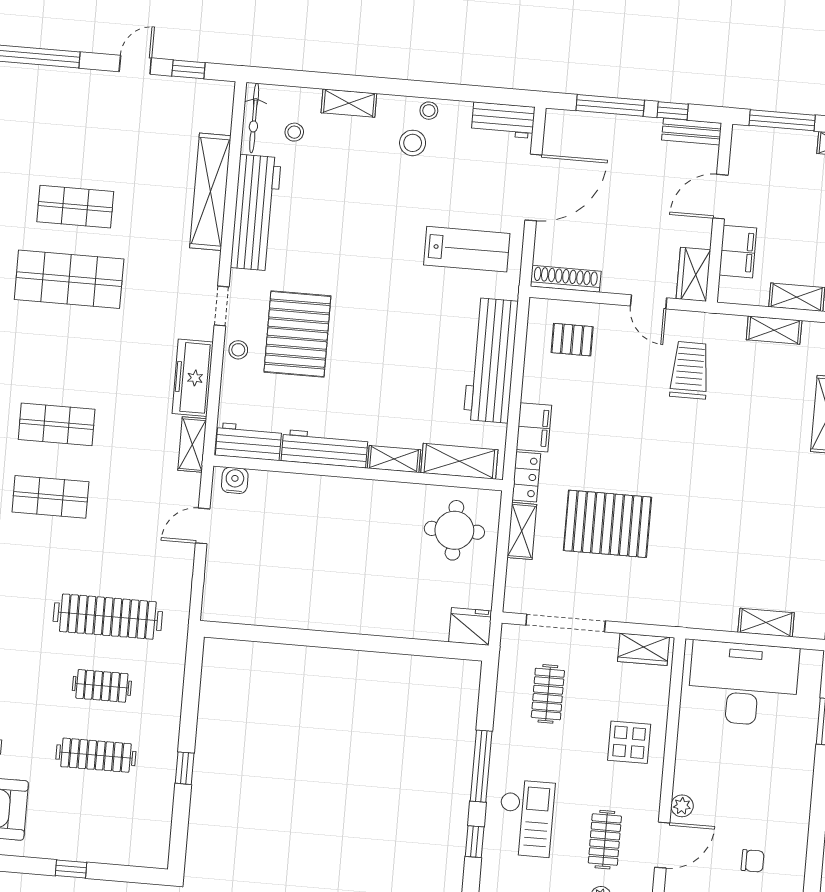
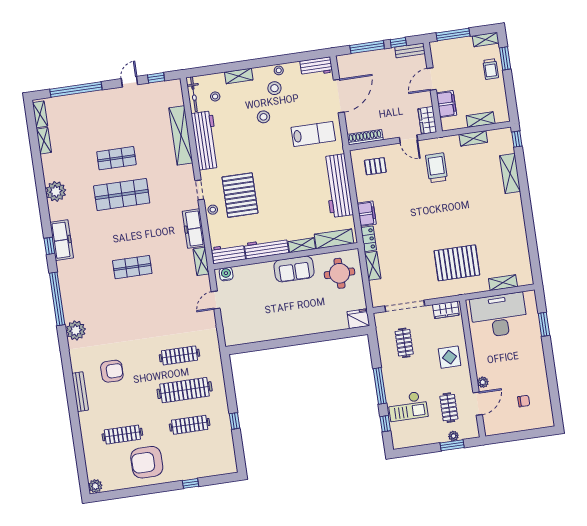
stool: (378, 193) -> (263, 117), added
shop shelf: (50, 497) -> (138, 303), removed
sofa: (368, 501) -> (294, 269), added
pallet: (607, 524) -> (457, 263), moved
clothes rail: (108, 617) -> (179, 355), width x0.73, depth x0.76
clothes rail: (102, 686) -> (185, 390), width x1.86, depth x1.31
checkout: (526, 818) -> (408, 406), turned 90

